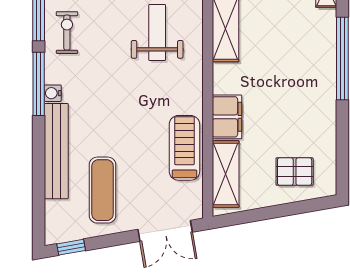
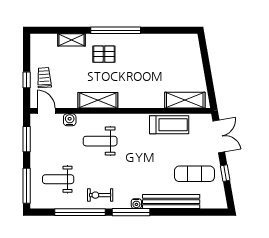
filing cabinet: (227, 117) -> (151, 99), removed
treadmill: (184, 148) -> (169, 125), turned 180
pallet: (295, 172) -> (104, 54), moved, turned 90
window: (71, 247) -> (225, 173), moved

